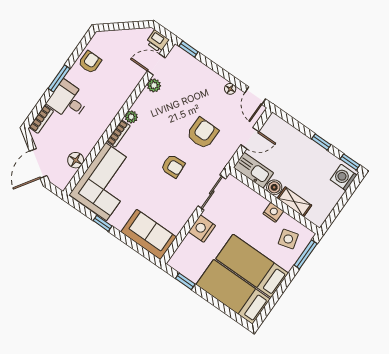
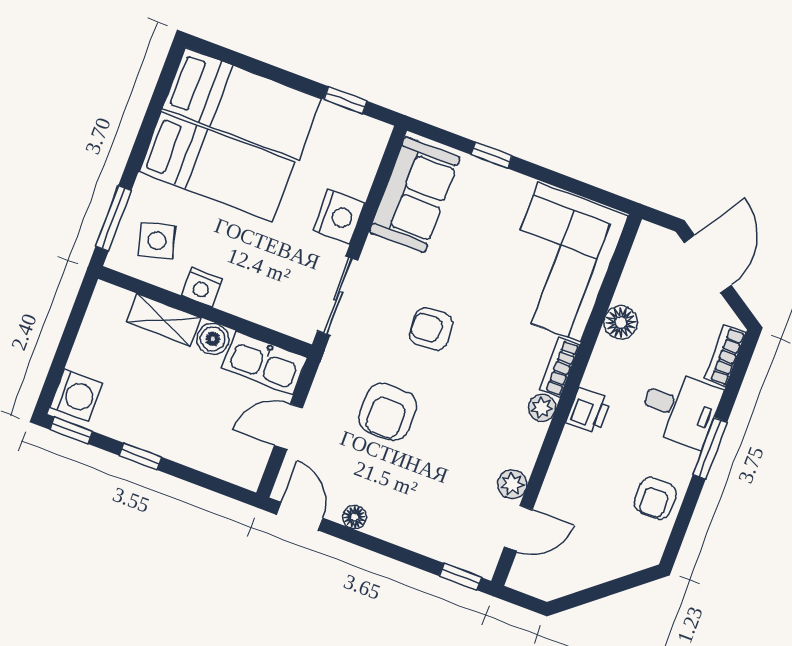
printer: (157, 41) -> (588, 411), moved, turned 90
floor lamp: (76, 160) -> (621, 322), moved
window: (102, 223) -> (491, 155), moved
sofa: (149, 235) -> (415, 195), moved, turned -90

